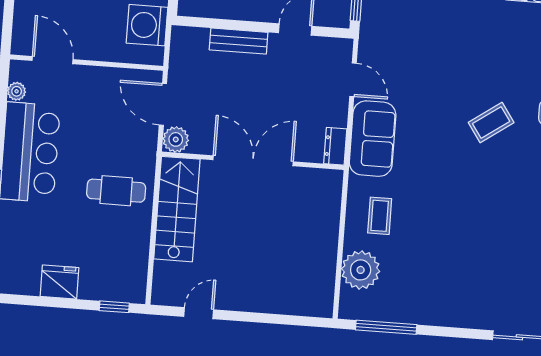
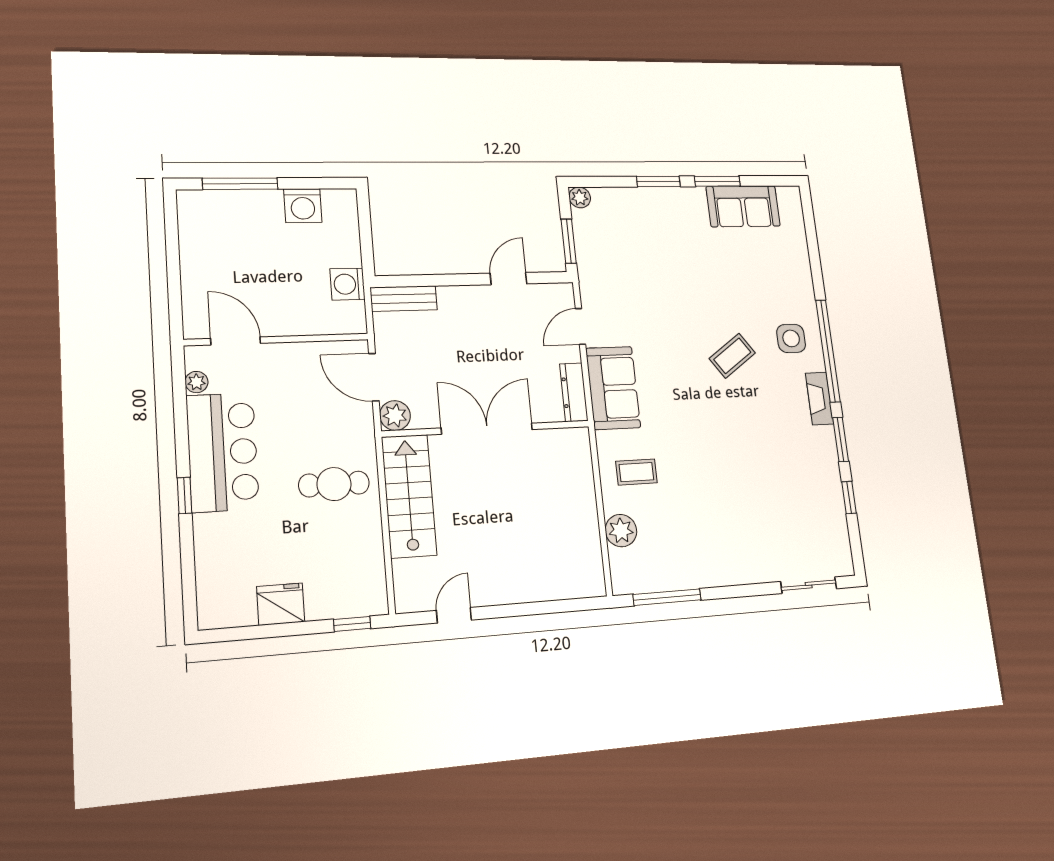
washing machine: (147, 25) -> (347, 284), width x0.73, depth x0.73
bench: (239, 41) -> (404, 299), moved
door: (353, 80) -> (580, 326), swing flipped
dresser: (335, 146) -> (574, 392), width x1.44
coffee table: (380, 216) -> (636, 472), turned 90
plant: (361, 270) -> (621, 531), width x0.73, depth x0.73

